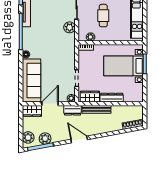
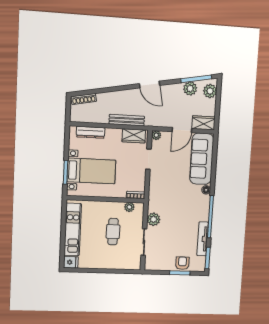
dresser: (112, 98) -> (91, 132), moved
dresser: (73, 110) -> (156, 121), removed

